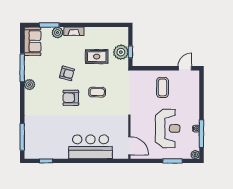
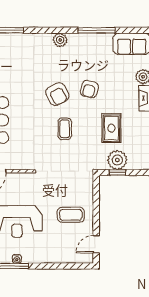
door: (185, 68) -> (96, 244), swing flipped
plant: (30, 85) -> (60, 40), moved
armchair: (71, 98) -> (57, 94), turned 152

